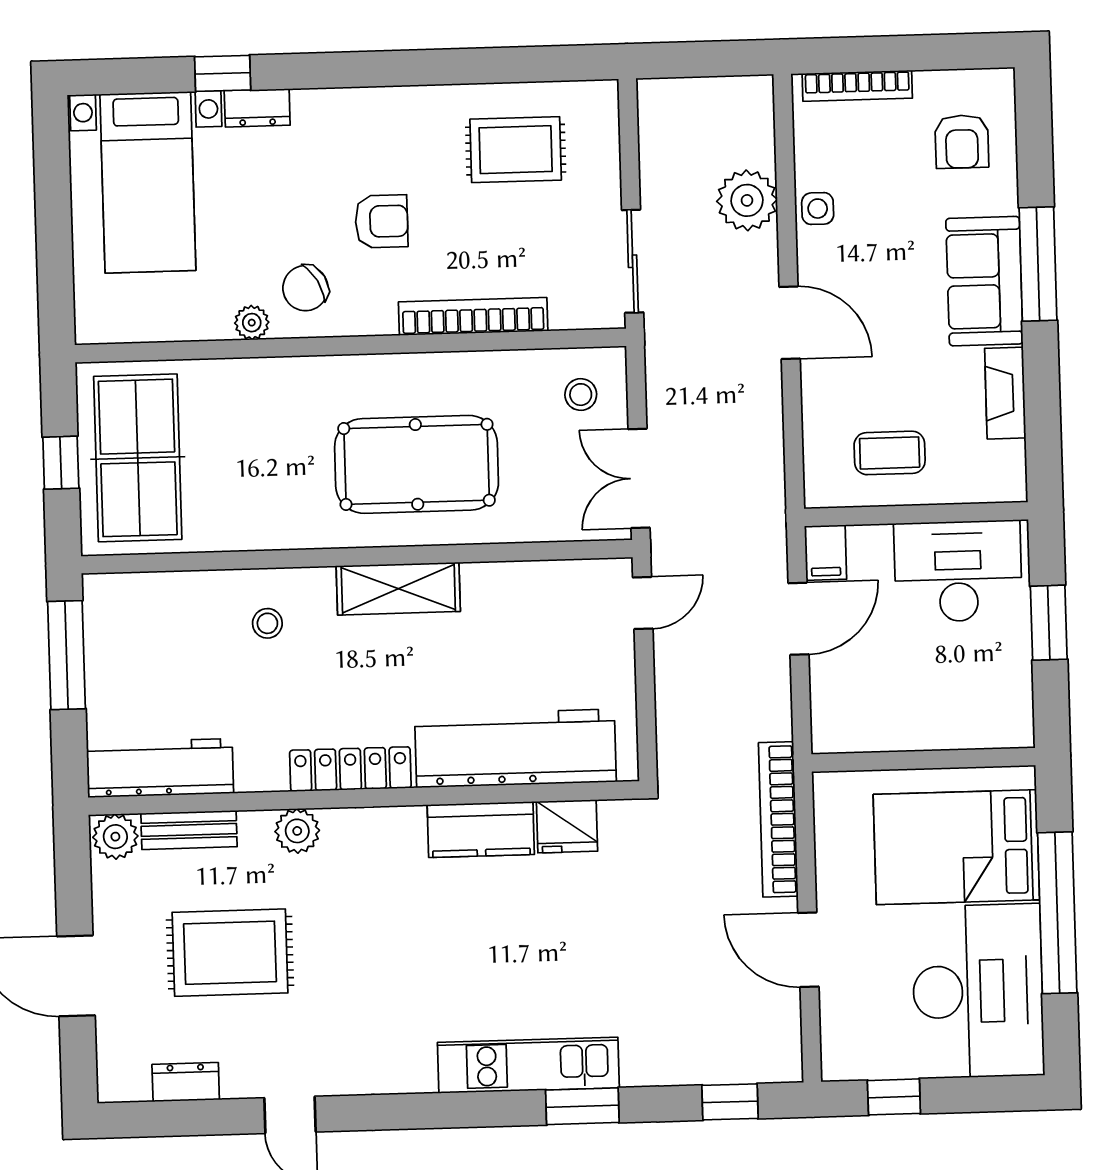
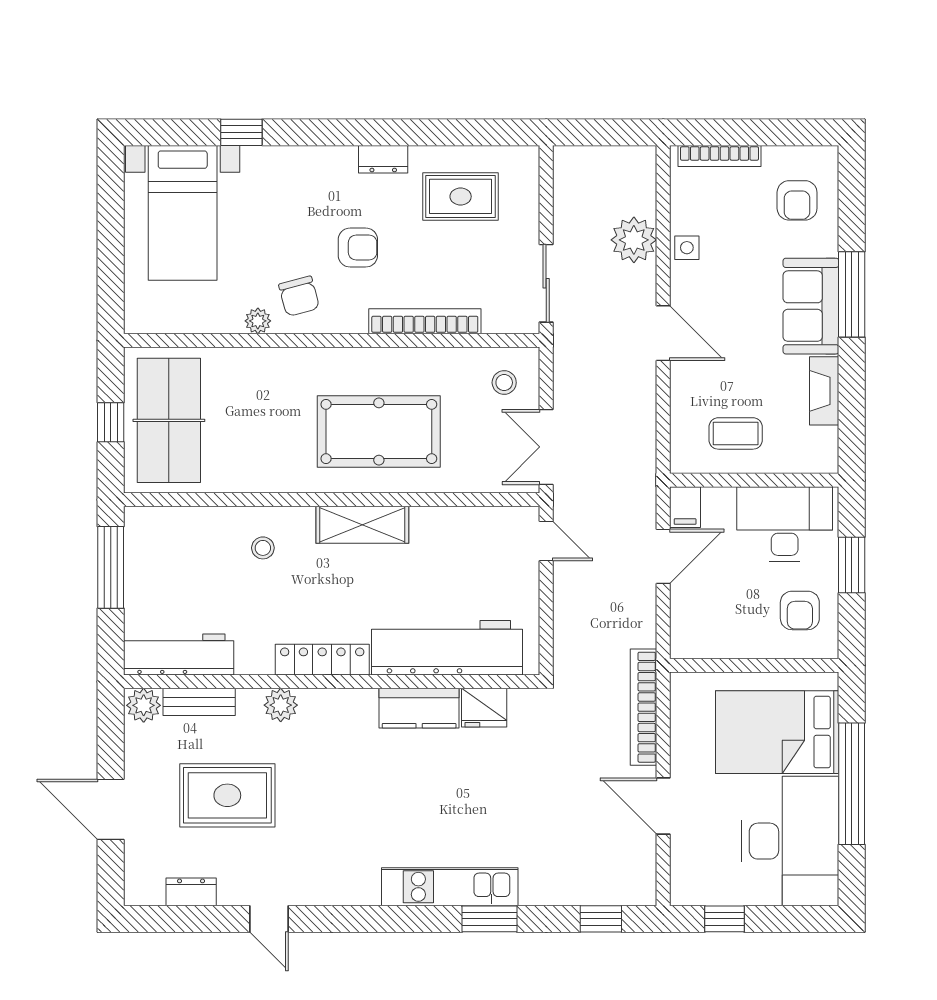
dresser: (257, 108) -> (383, 159), moved
chair: (305, 288) -> (299, 296), turned -75
door: (643, 603) -> (546, 541), hinge flipped
armchair: (982, 685) -> (800, 610), added

